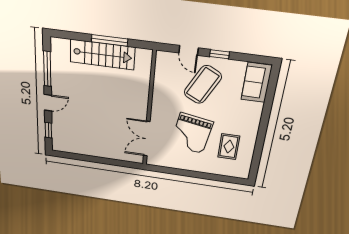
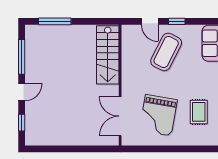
window: (109, 40) -> (55, 21), moved
stairs: (102, 55) -> (108, 55), moved, turned 90
grand piano: (192, 133) -> (158, 115), moved

